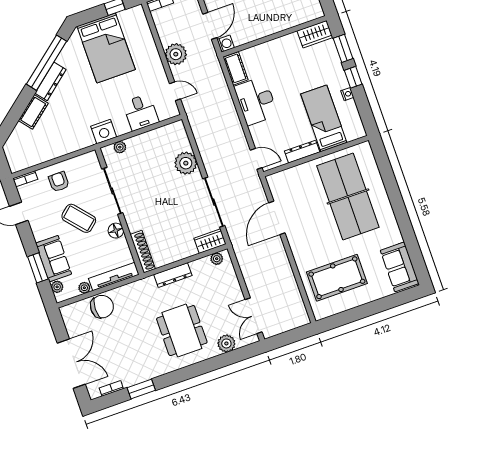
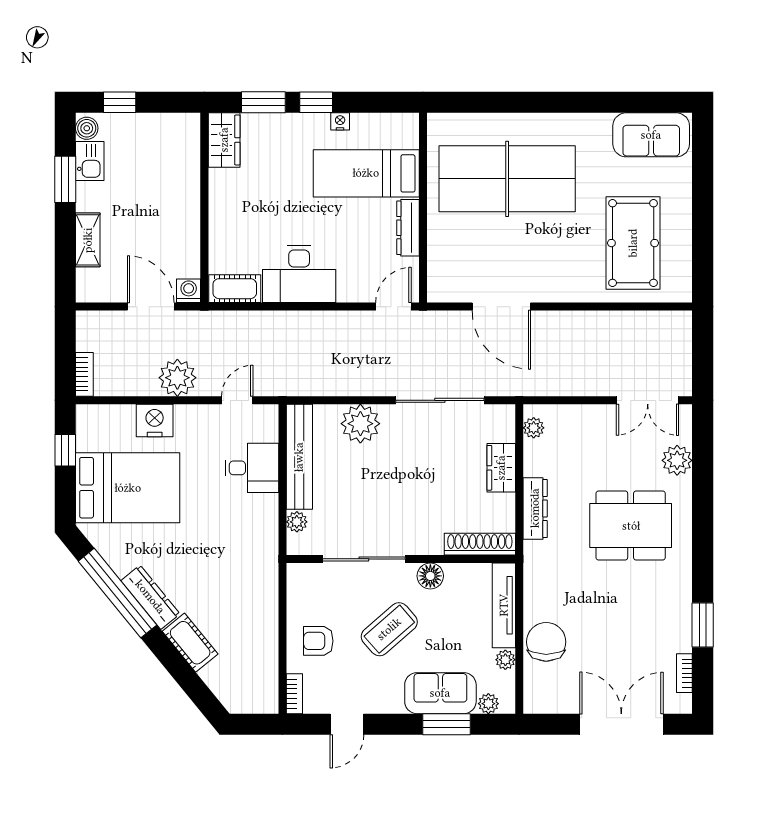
nightstand: (104, 132) -> (155, 420), moved, turned -90
bench: (156, 136) -> (299, 457), added
wardrobe: (210, 241) -> (501, 468), moved

